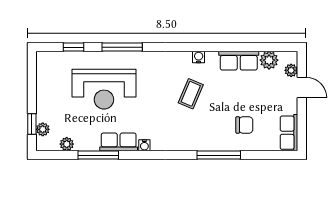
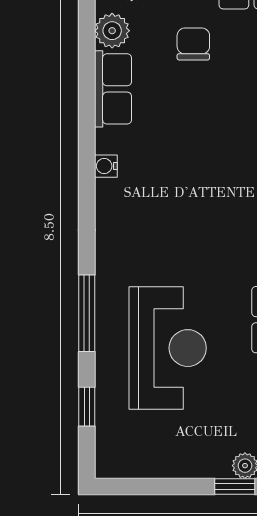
coffee table: (191, 94) -> (177, 181), removed
chair: (244, 125) -> (193, 44), moved

